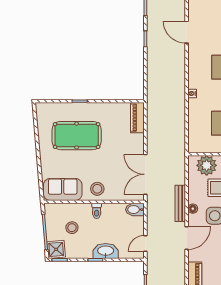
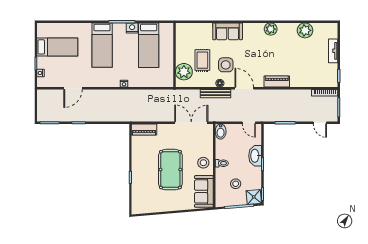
pool table: (77, 136) -> (170, 170), moved
double door: (145, 174) -> (191, 123), swing flipped

